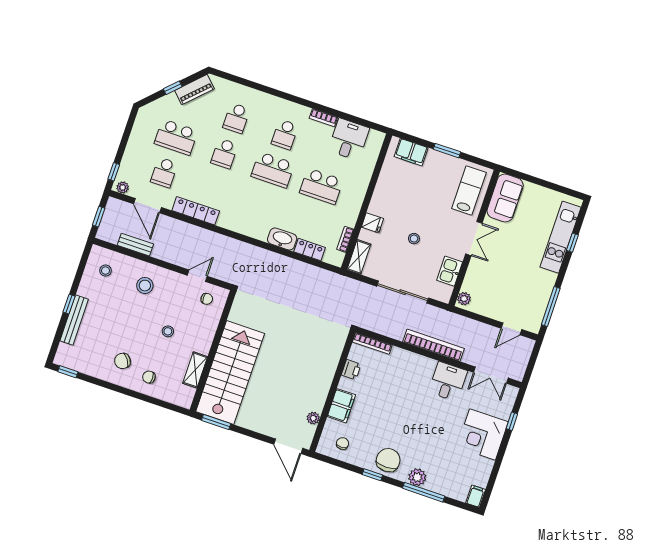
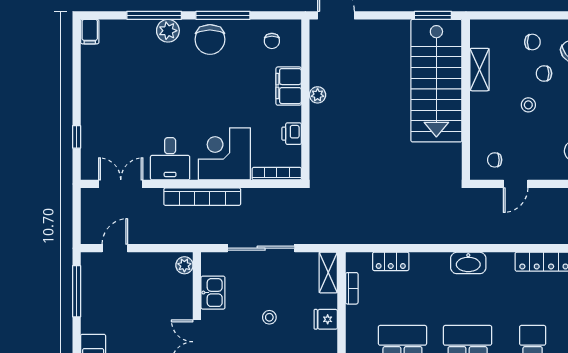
washbasin: (282, 239) -> (468, 263), moved
chair: (148, 351) -> (544, 73), added
plant: (313, 418) -> (318, 95), moved
corner desk: (483, 434) -> (224, 154), moved, turned -90
window: (372, 475) -> (223, 15), width x2.17

